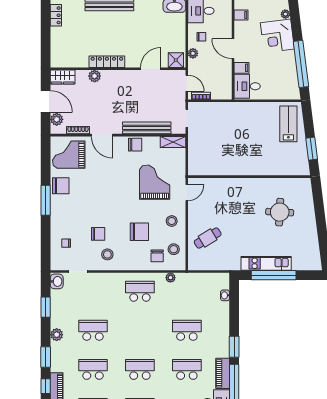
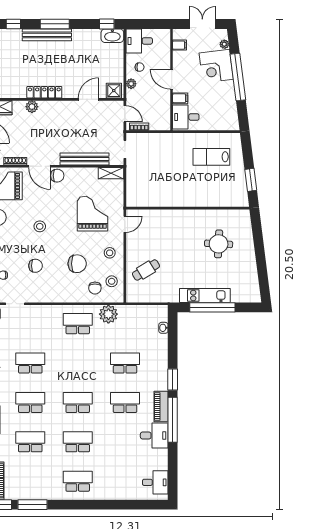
window: (301, 64) -> (238, 77), moved
lab bench: (288, 124) -> (211, 157), moved, turned -90
chair: (135, 145) -> (57, 176), moved
stool: (107, 254) -> (40, 226), moved
plant: (170, 278) -> (108, 314), width x1.87, depth x1.87

